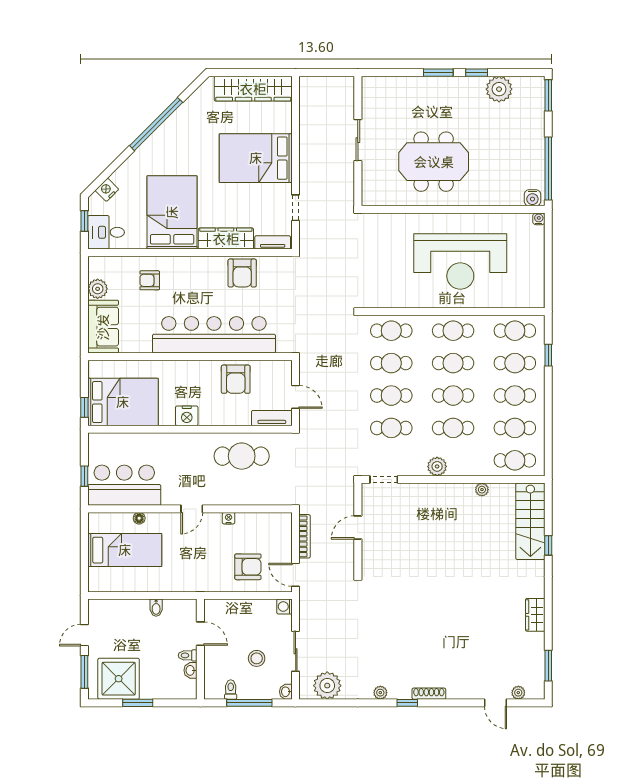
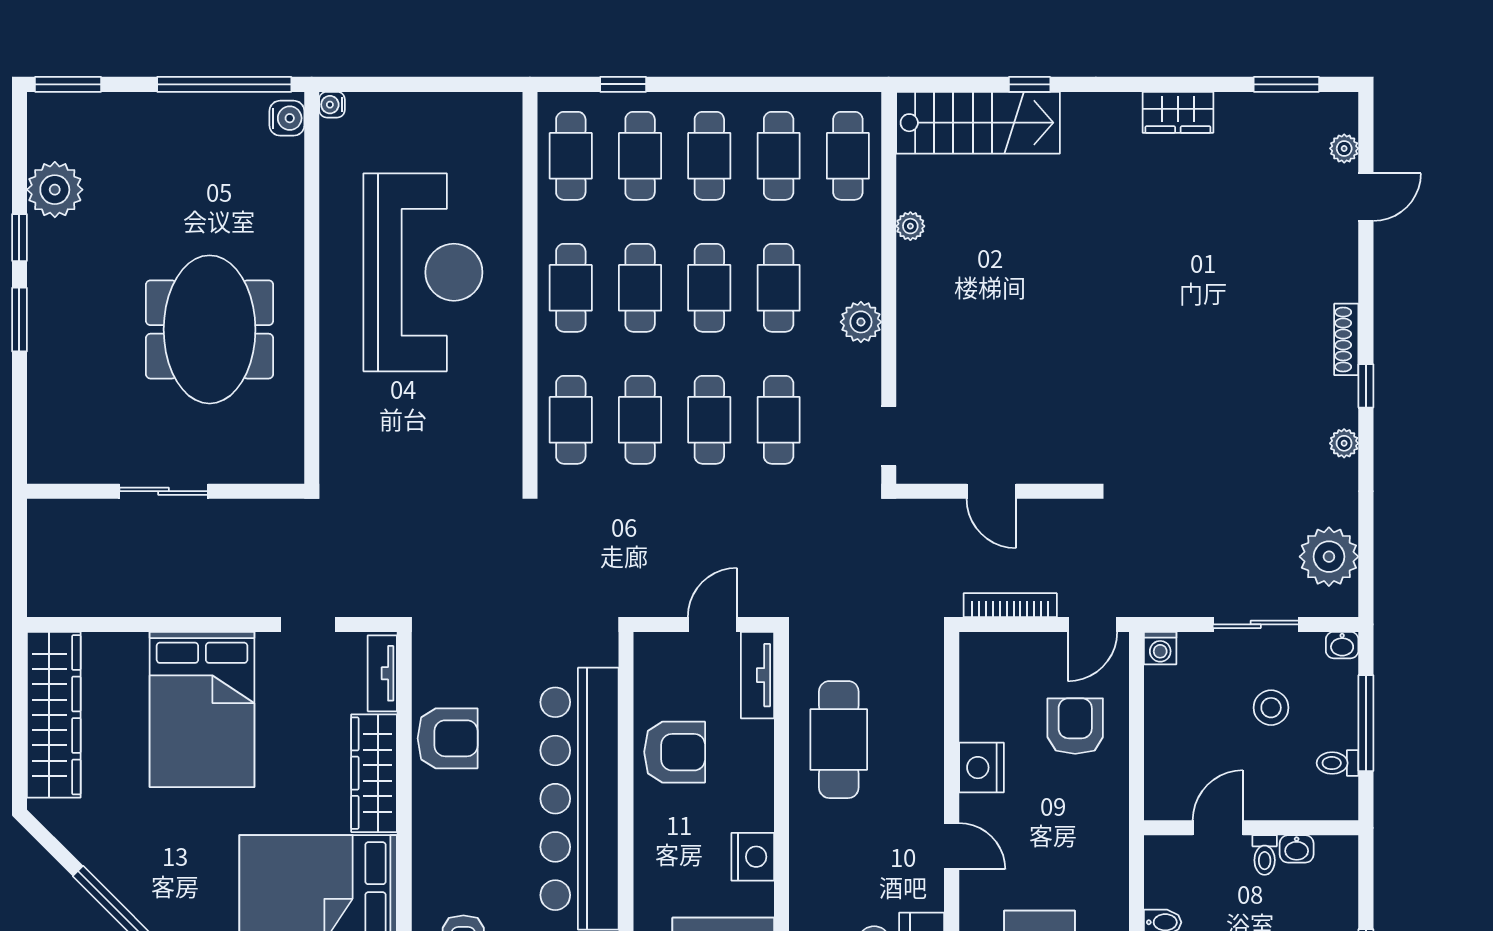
nightstand: (229, 518) -> (981, 768), width x1.89, depth x1.79

